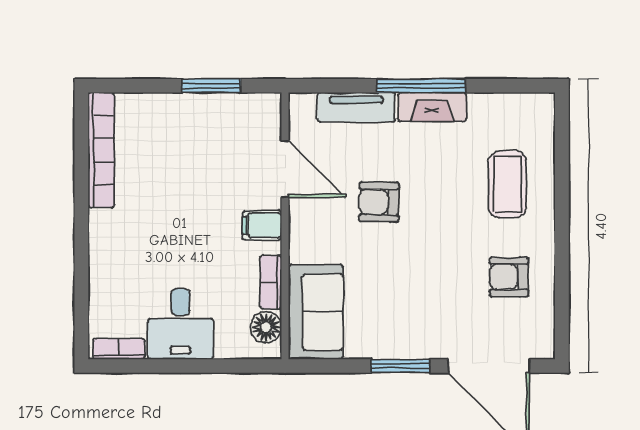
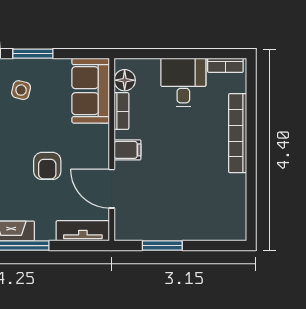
tv unit: (356, 107) -> (83, 231), moved
bookcase: (101, 150) -> (238, 133), moved
armchair: (379, 202) -> (47, 166), turned 89
side table: (417, 313) -> (21, 90), added

